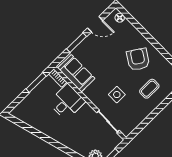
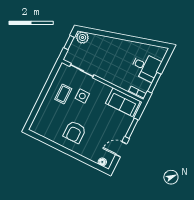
armchair: (138, 59) -> (75, 132), turned 57
coffee table: (149, 89) -> (63, 94), moved
desk: (67, 102) -> (146, 67), moved, turned -90

